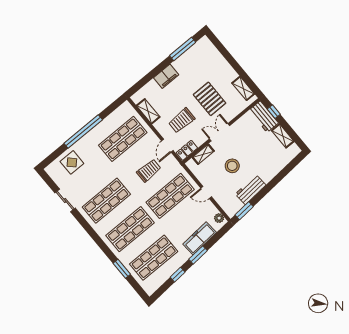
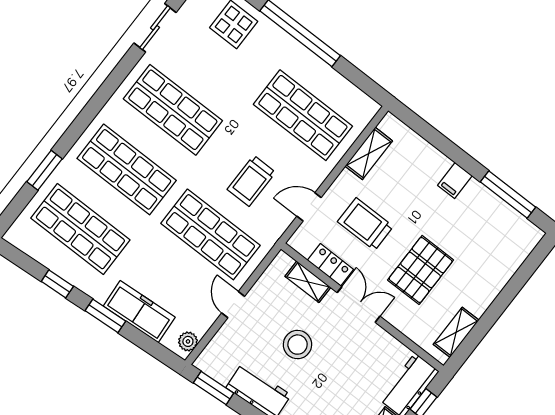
filing cabinet: (166, 76) -> (455, 181), width x0.50
locker: (187, 150) -> (330, 265), moved
trolley: (149, 171) -> (251, 181), turned 90

